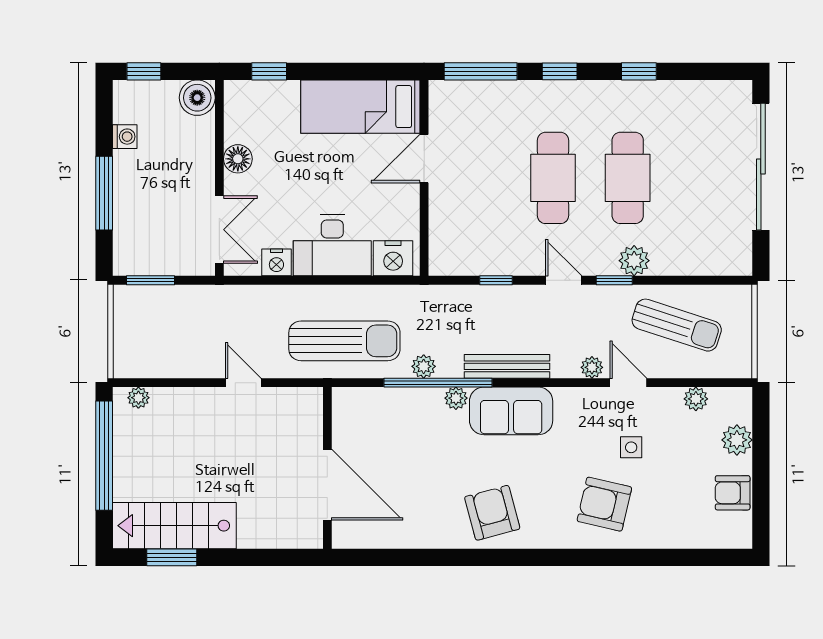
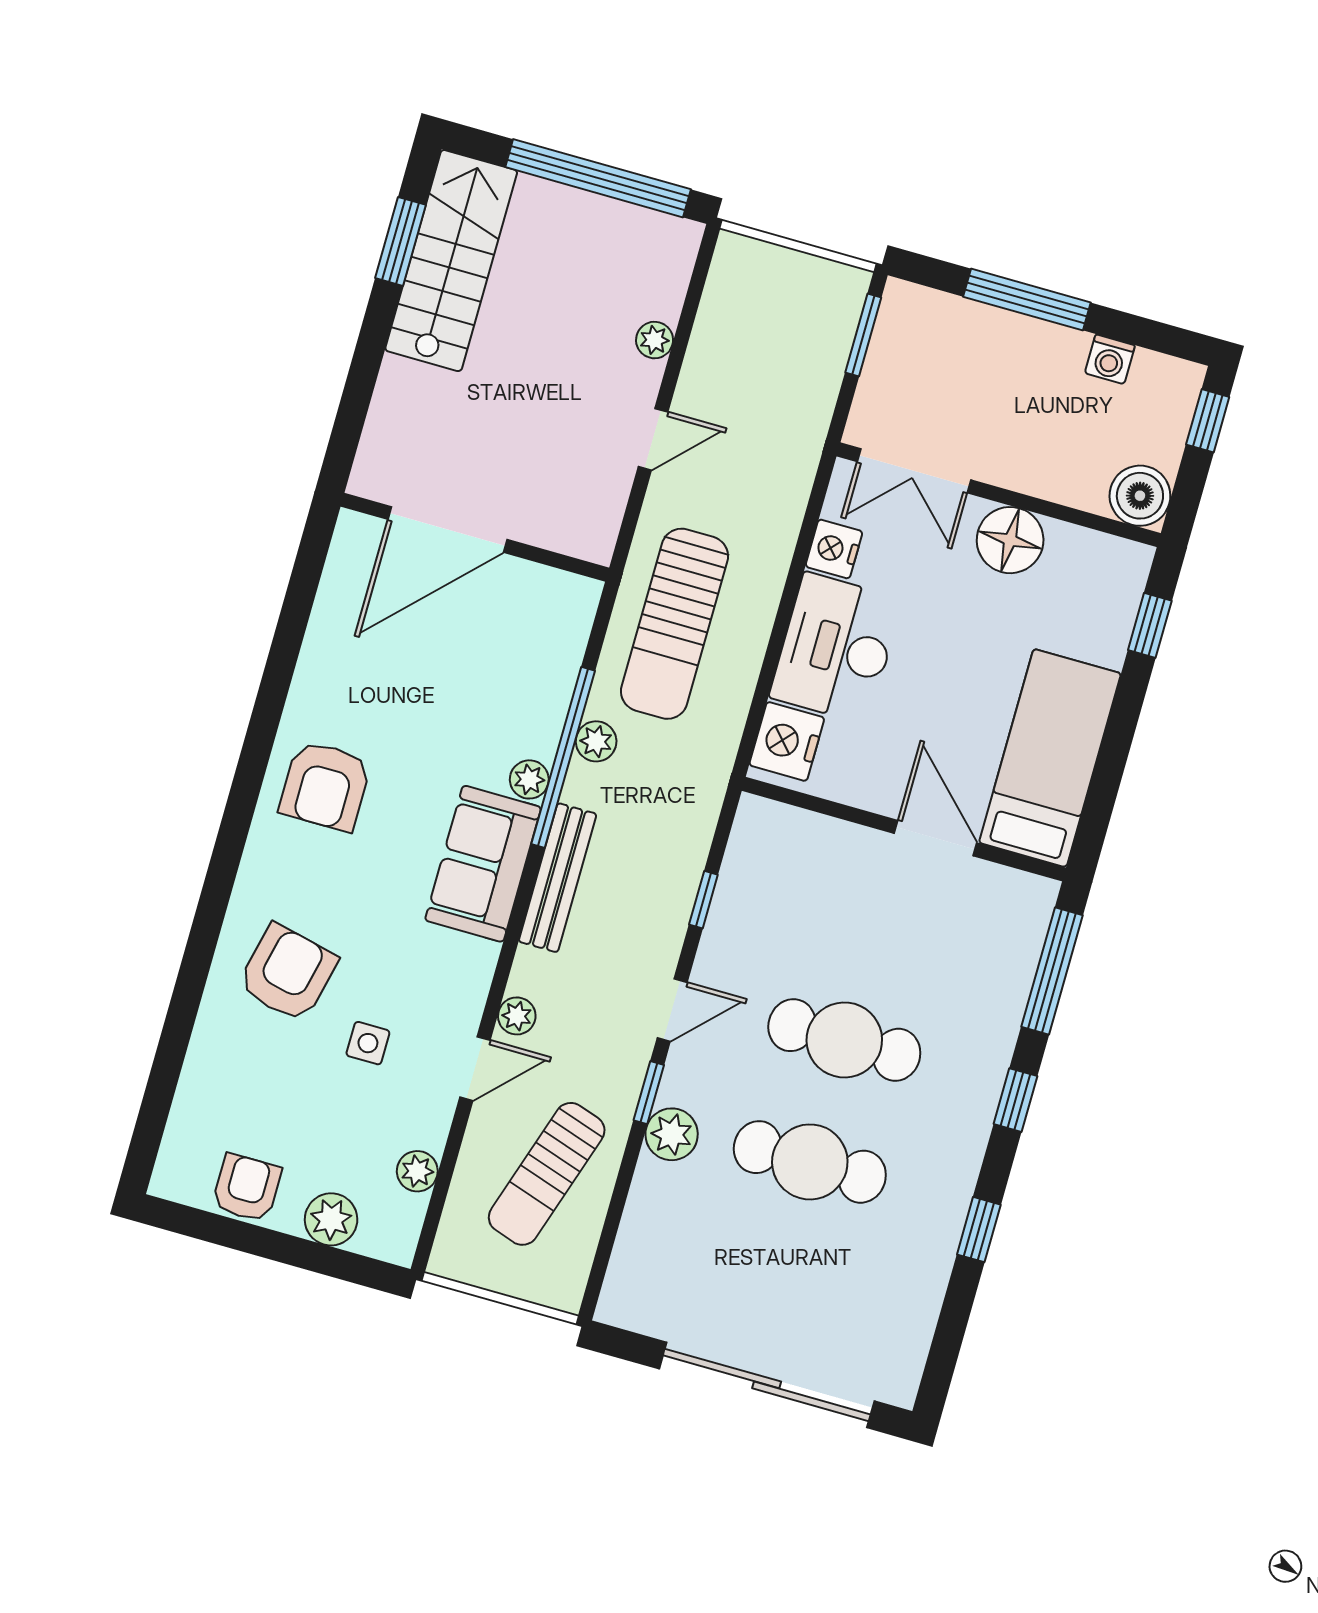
floor lamp: (238, 159) -> (1010, 540), width x1.38, depth x1.38
plant: (138, 398) -> (655, 340), moved
armchair: (492, 513) -> (325, 786), turned 105

